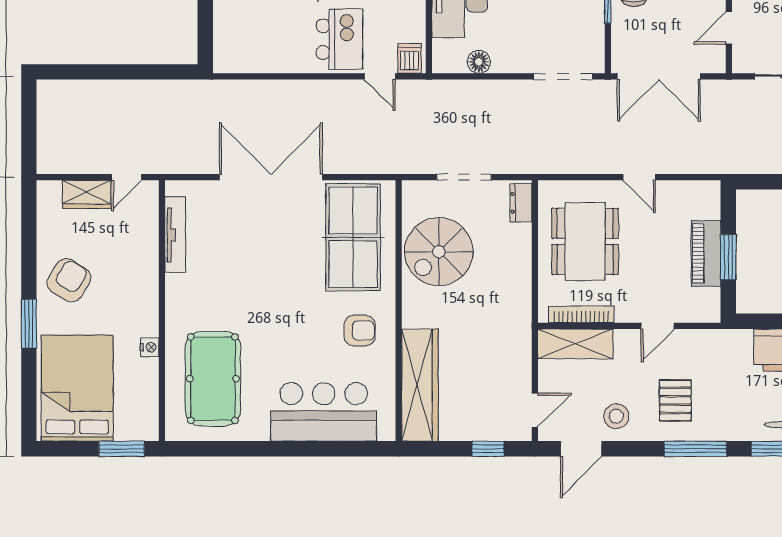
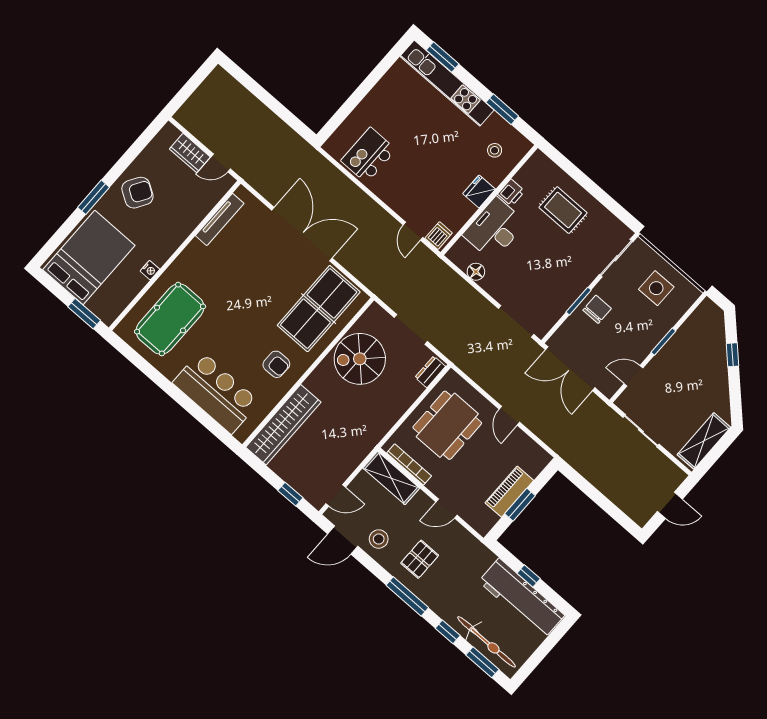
kitchen island: (339, 39) -> (369, 155), moved, turned 180

